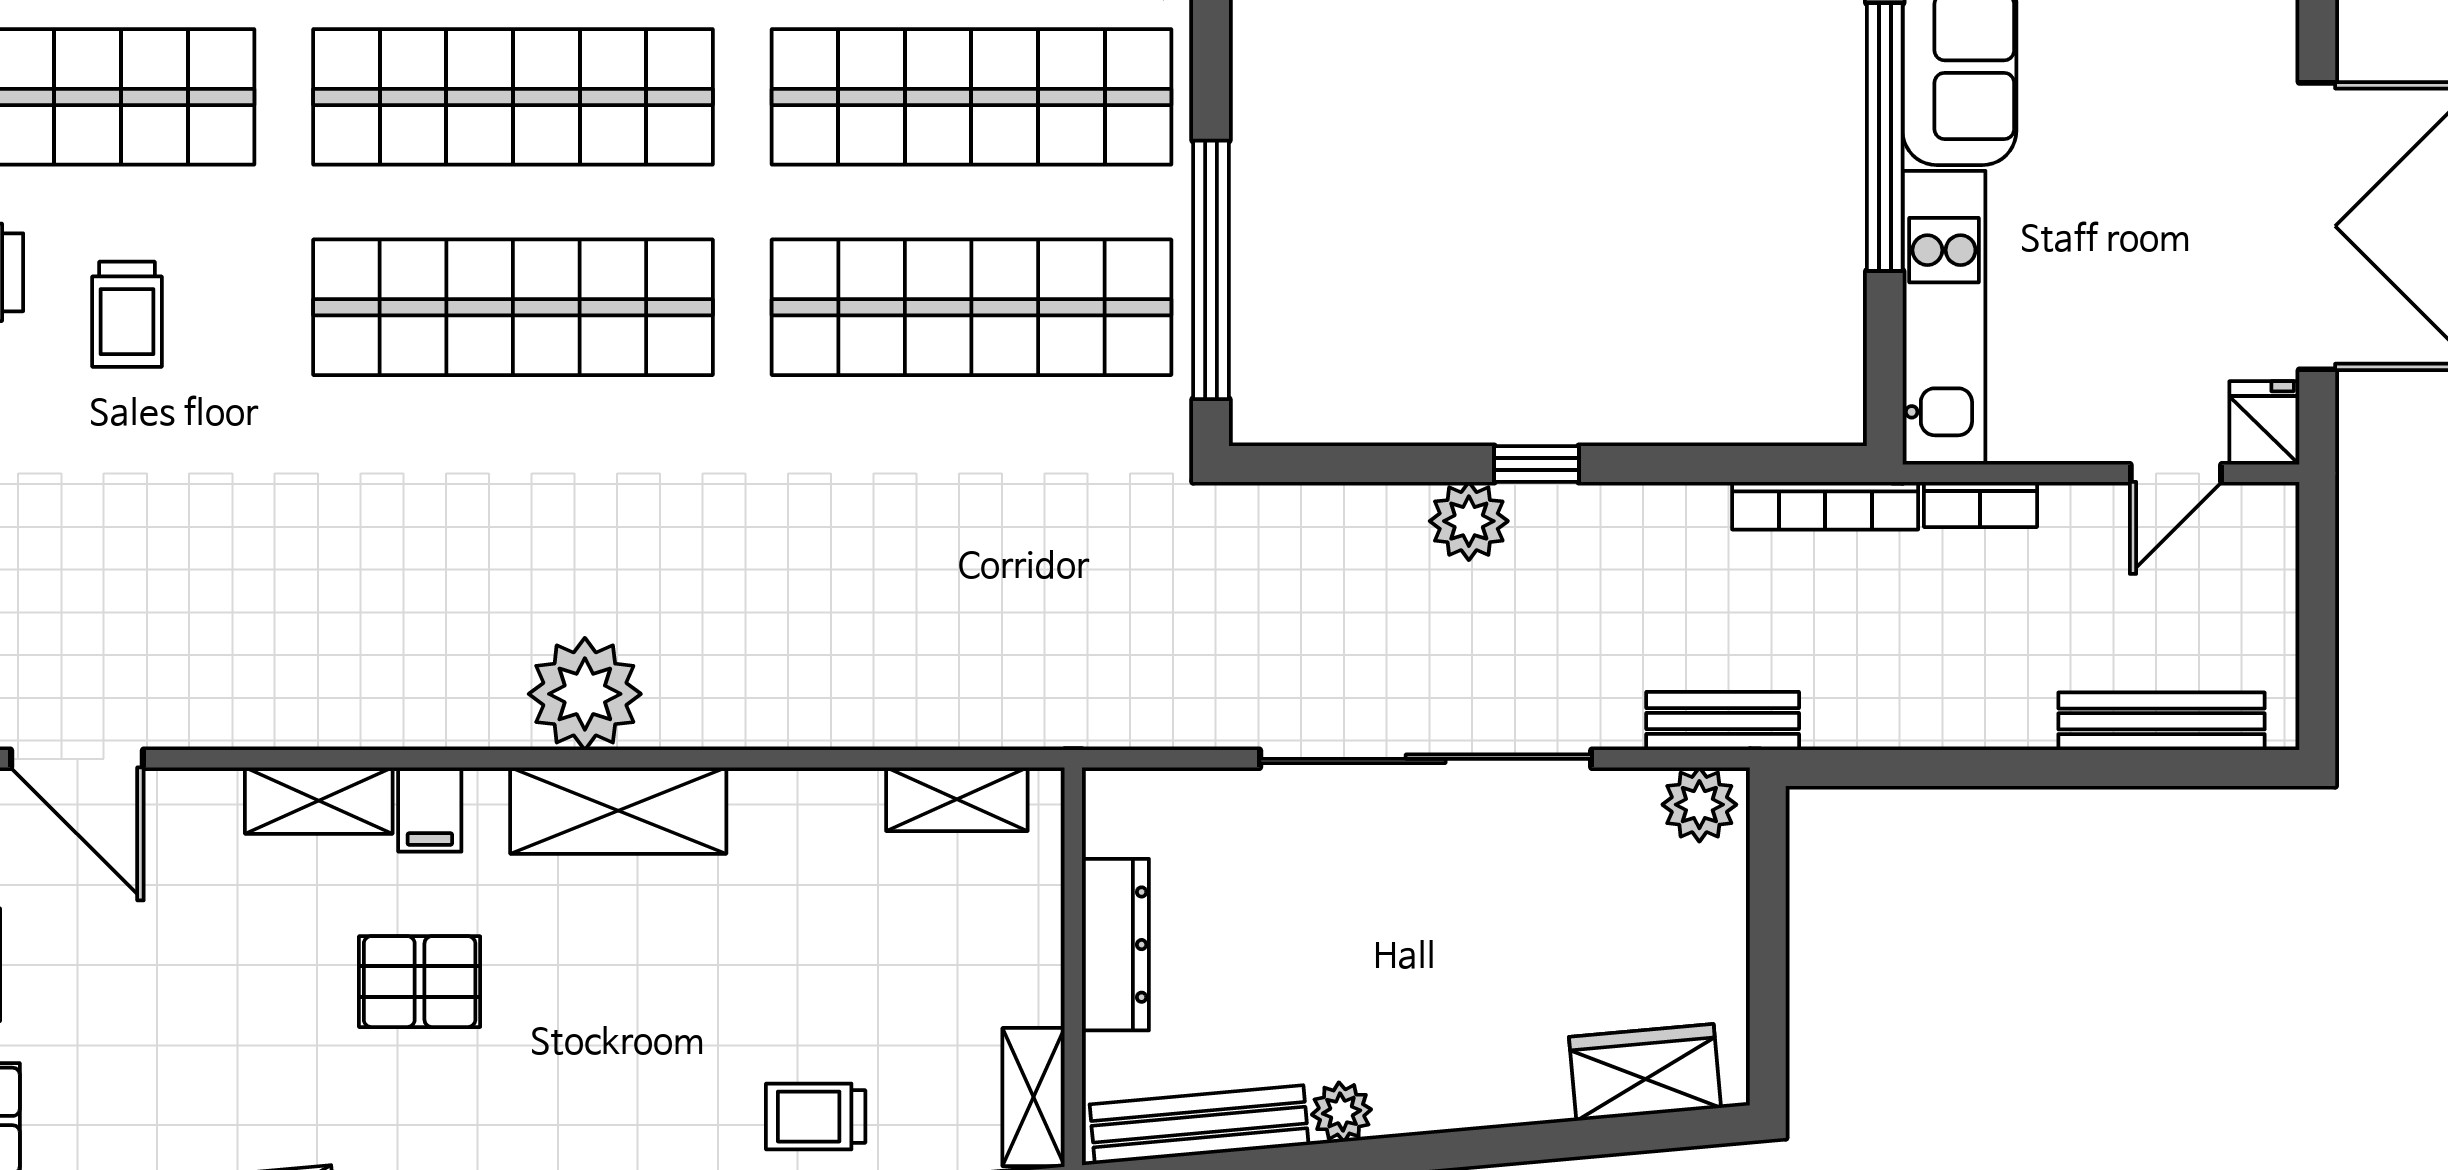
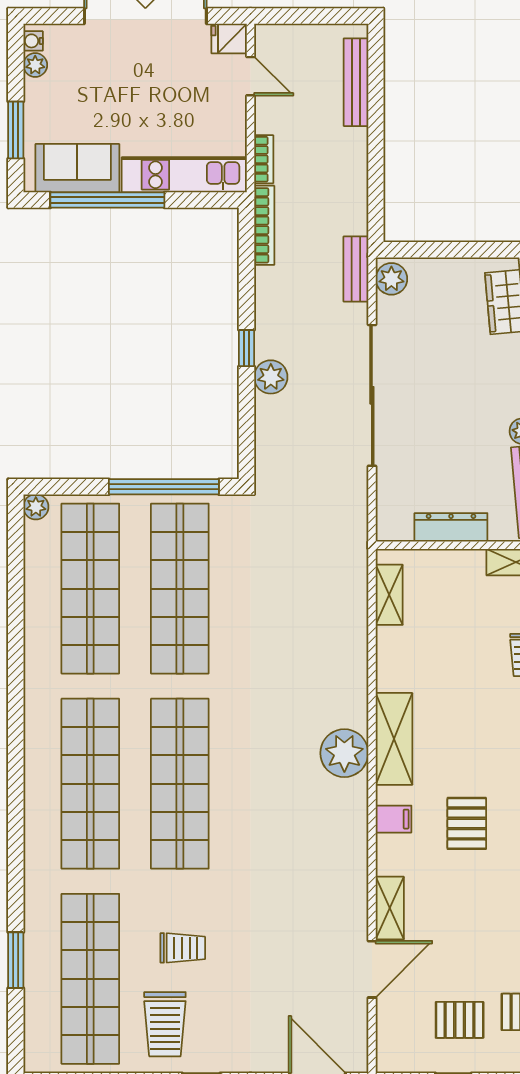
shelving: (319, 801) -> (390, 908), moved

